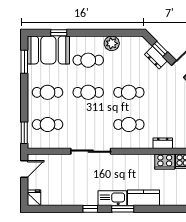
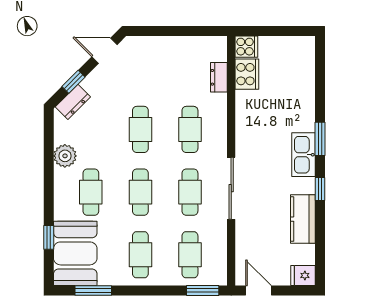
dresser: (156, 58) -> (73, 102), moved
cafe table: (88, 124) -> (190, 192), added
kitchen counter: (144, 198) -> (303, 219), moved

